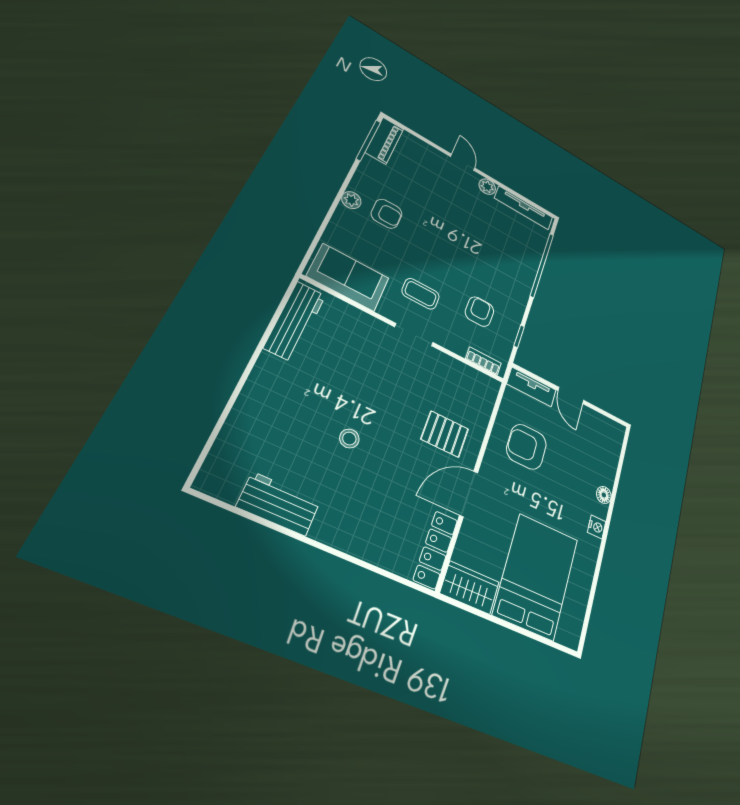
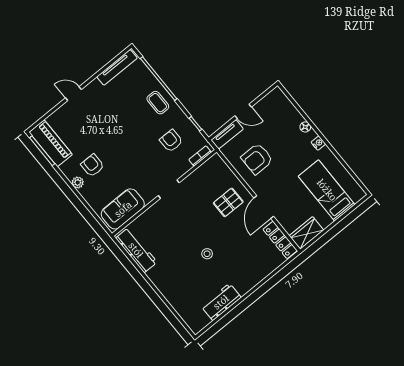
piano: (384, 141) -> (51, 143), width x1.37, depth x1.33
plant: (487, 187) -> (95, 86), removed
armchair: (387, 214) -> (93, 165), turned -90
coffee table: (421, 294) -> (158, 103), moved, turned 90
bed: (536, 576) -> (327, 190), width x0.67

